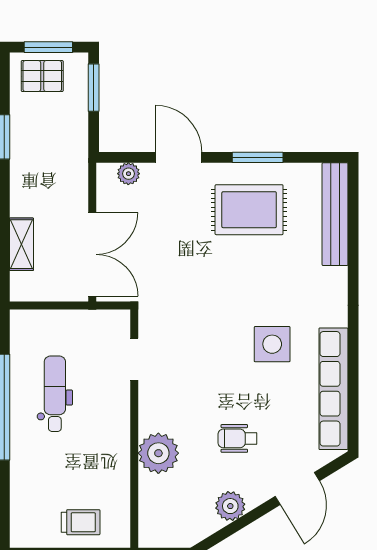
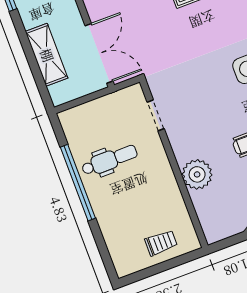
shelving: (21, 244) -> (47, 55), width x1.50, depth x1.33
dental chair: (55, 394) -> (109, 160), turned 90

